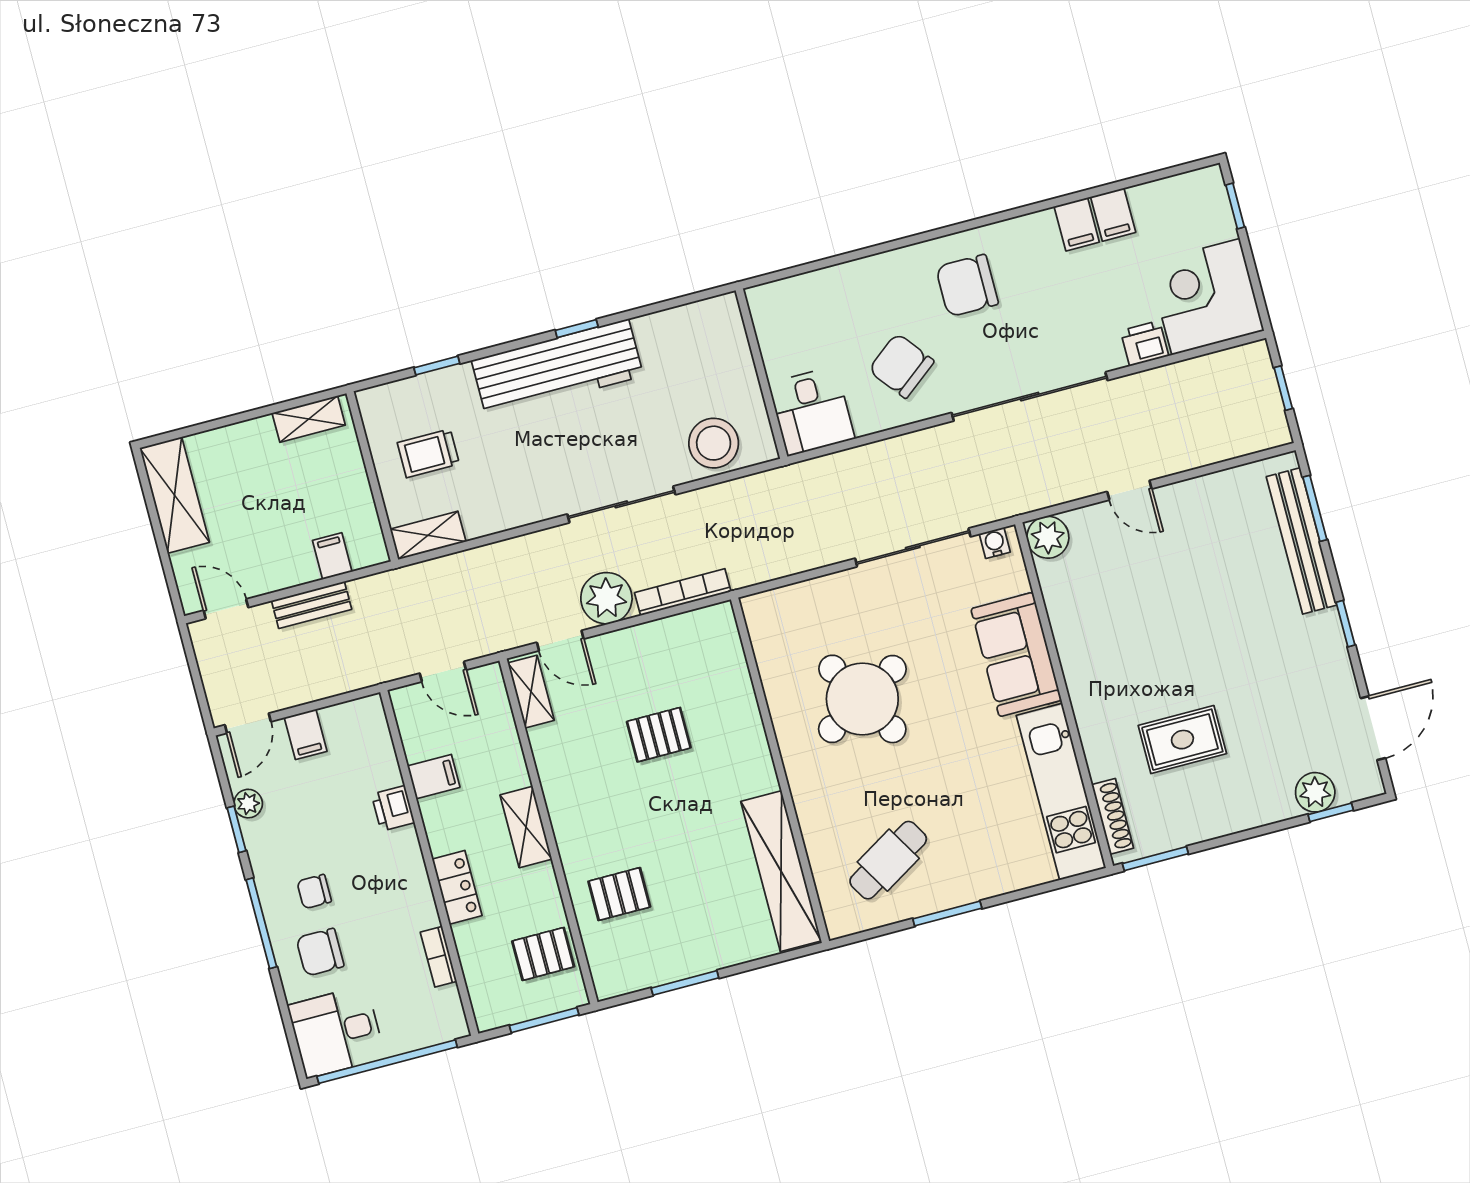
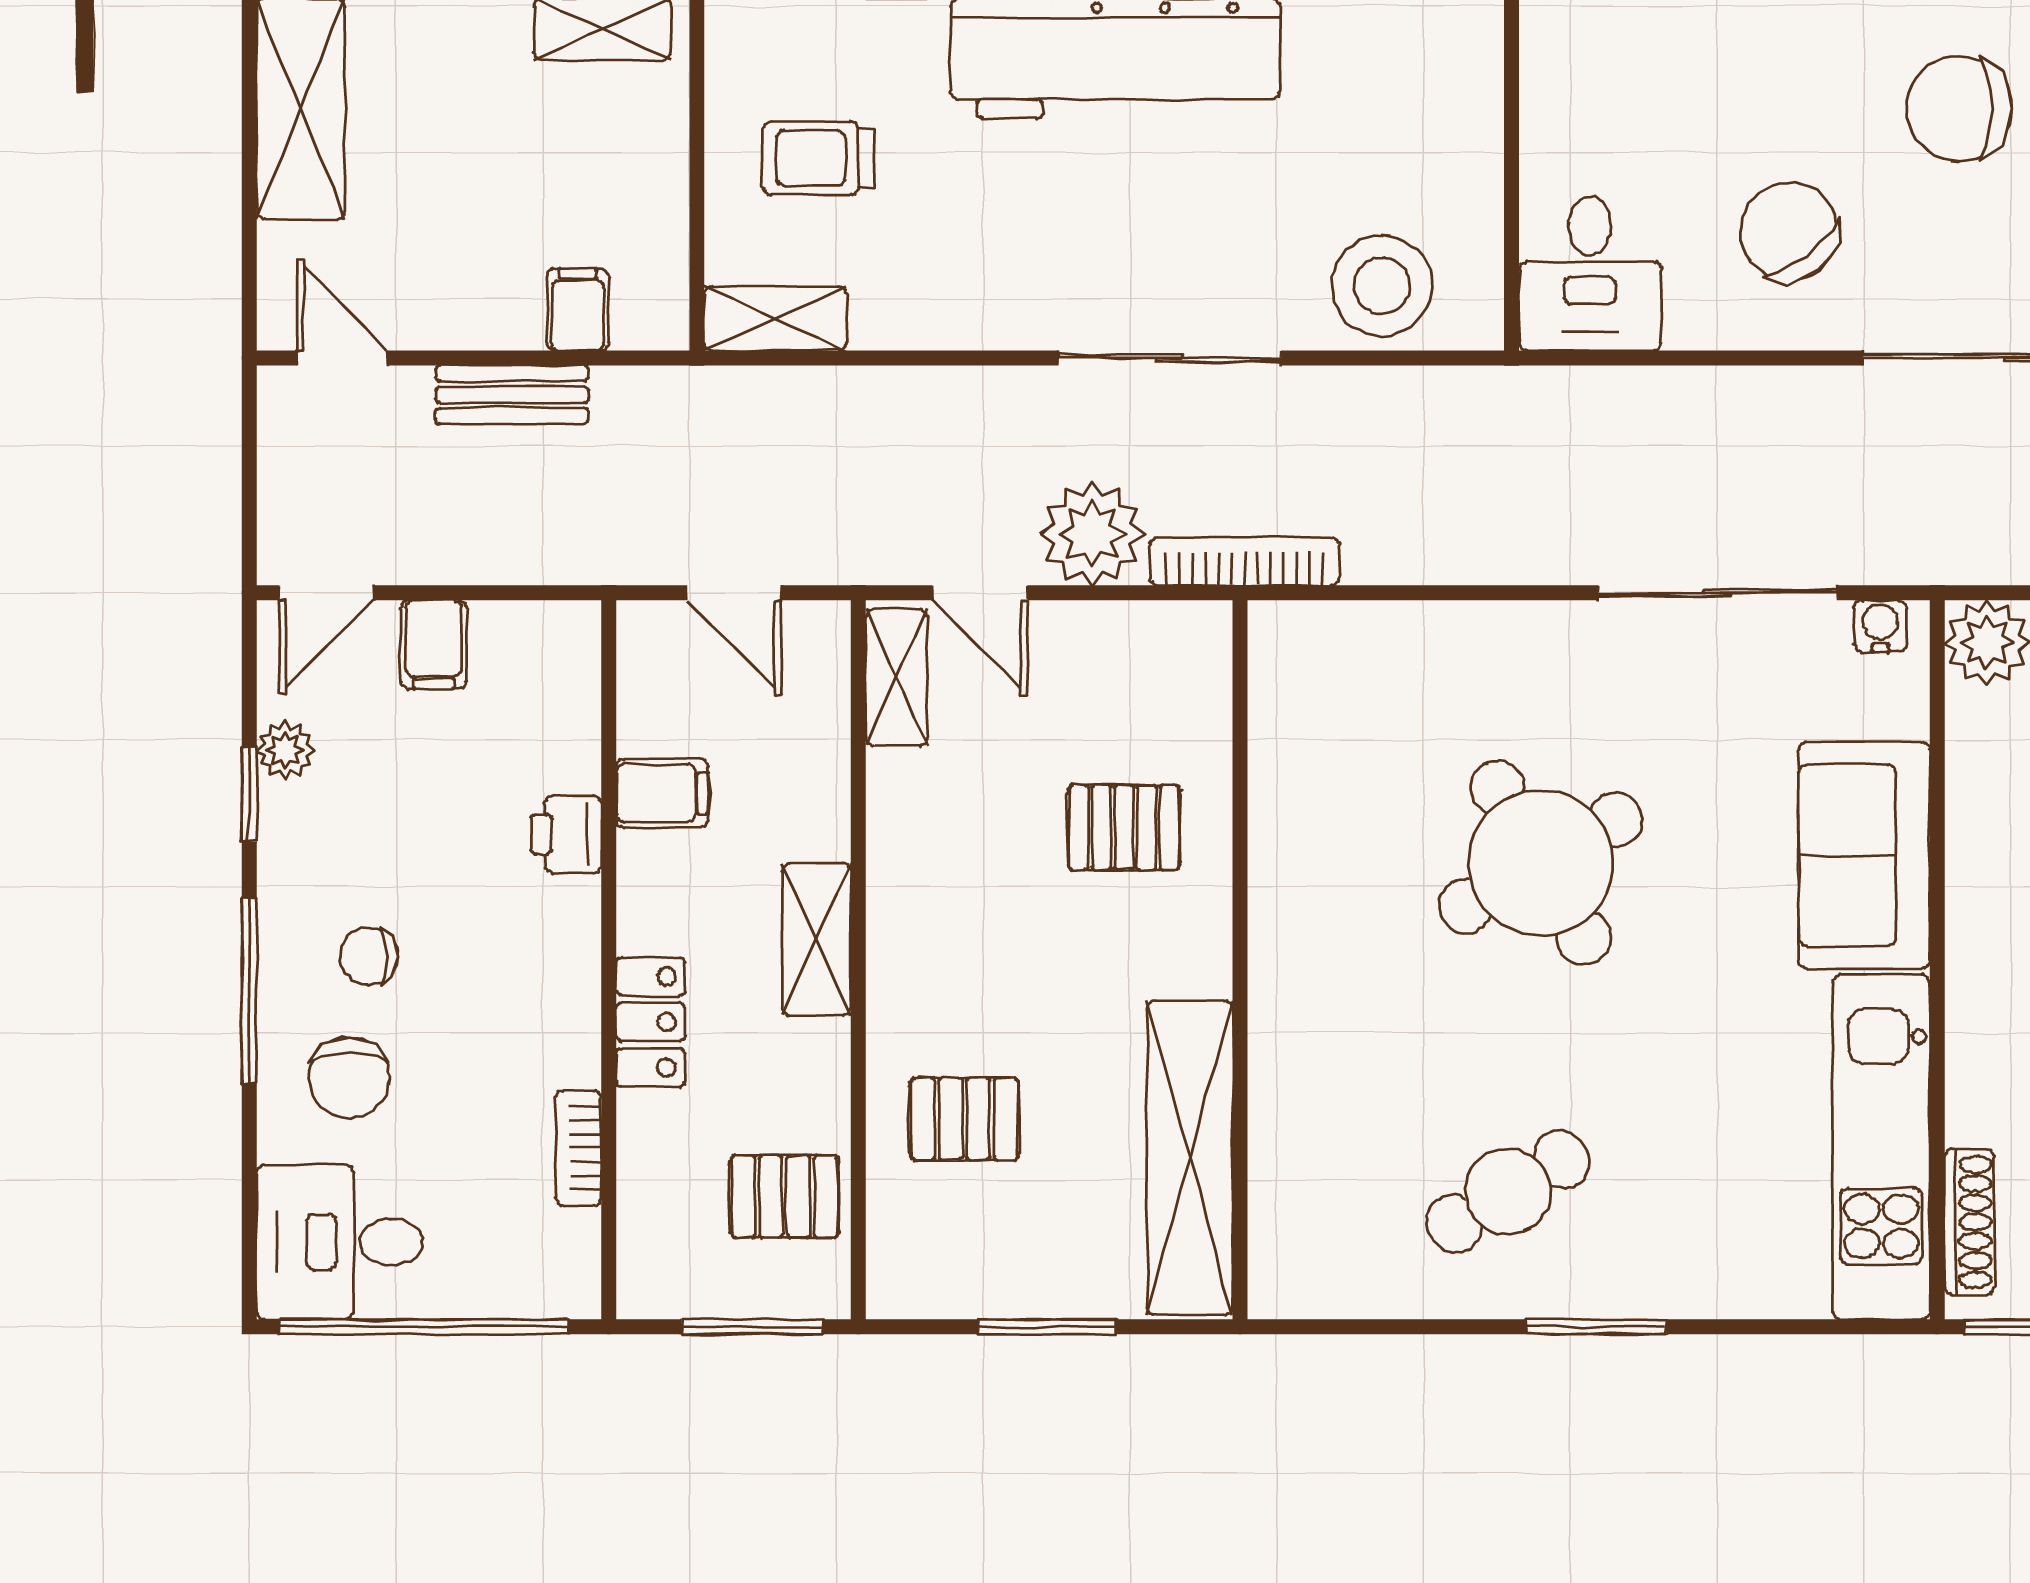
wall: (780, 770) -> (1240, 960), moved
shelving: (781, 871) -> (1190, 1158), moved
chair: (320, 952) -> (349, 1078), turned -90

